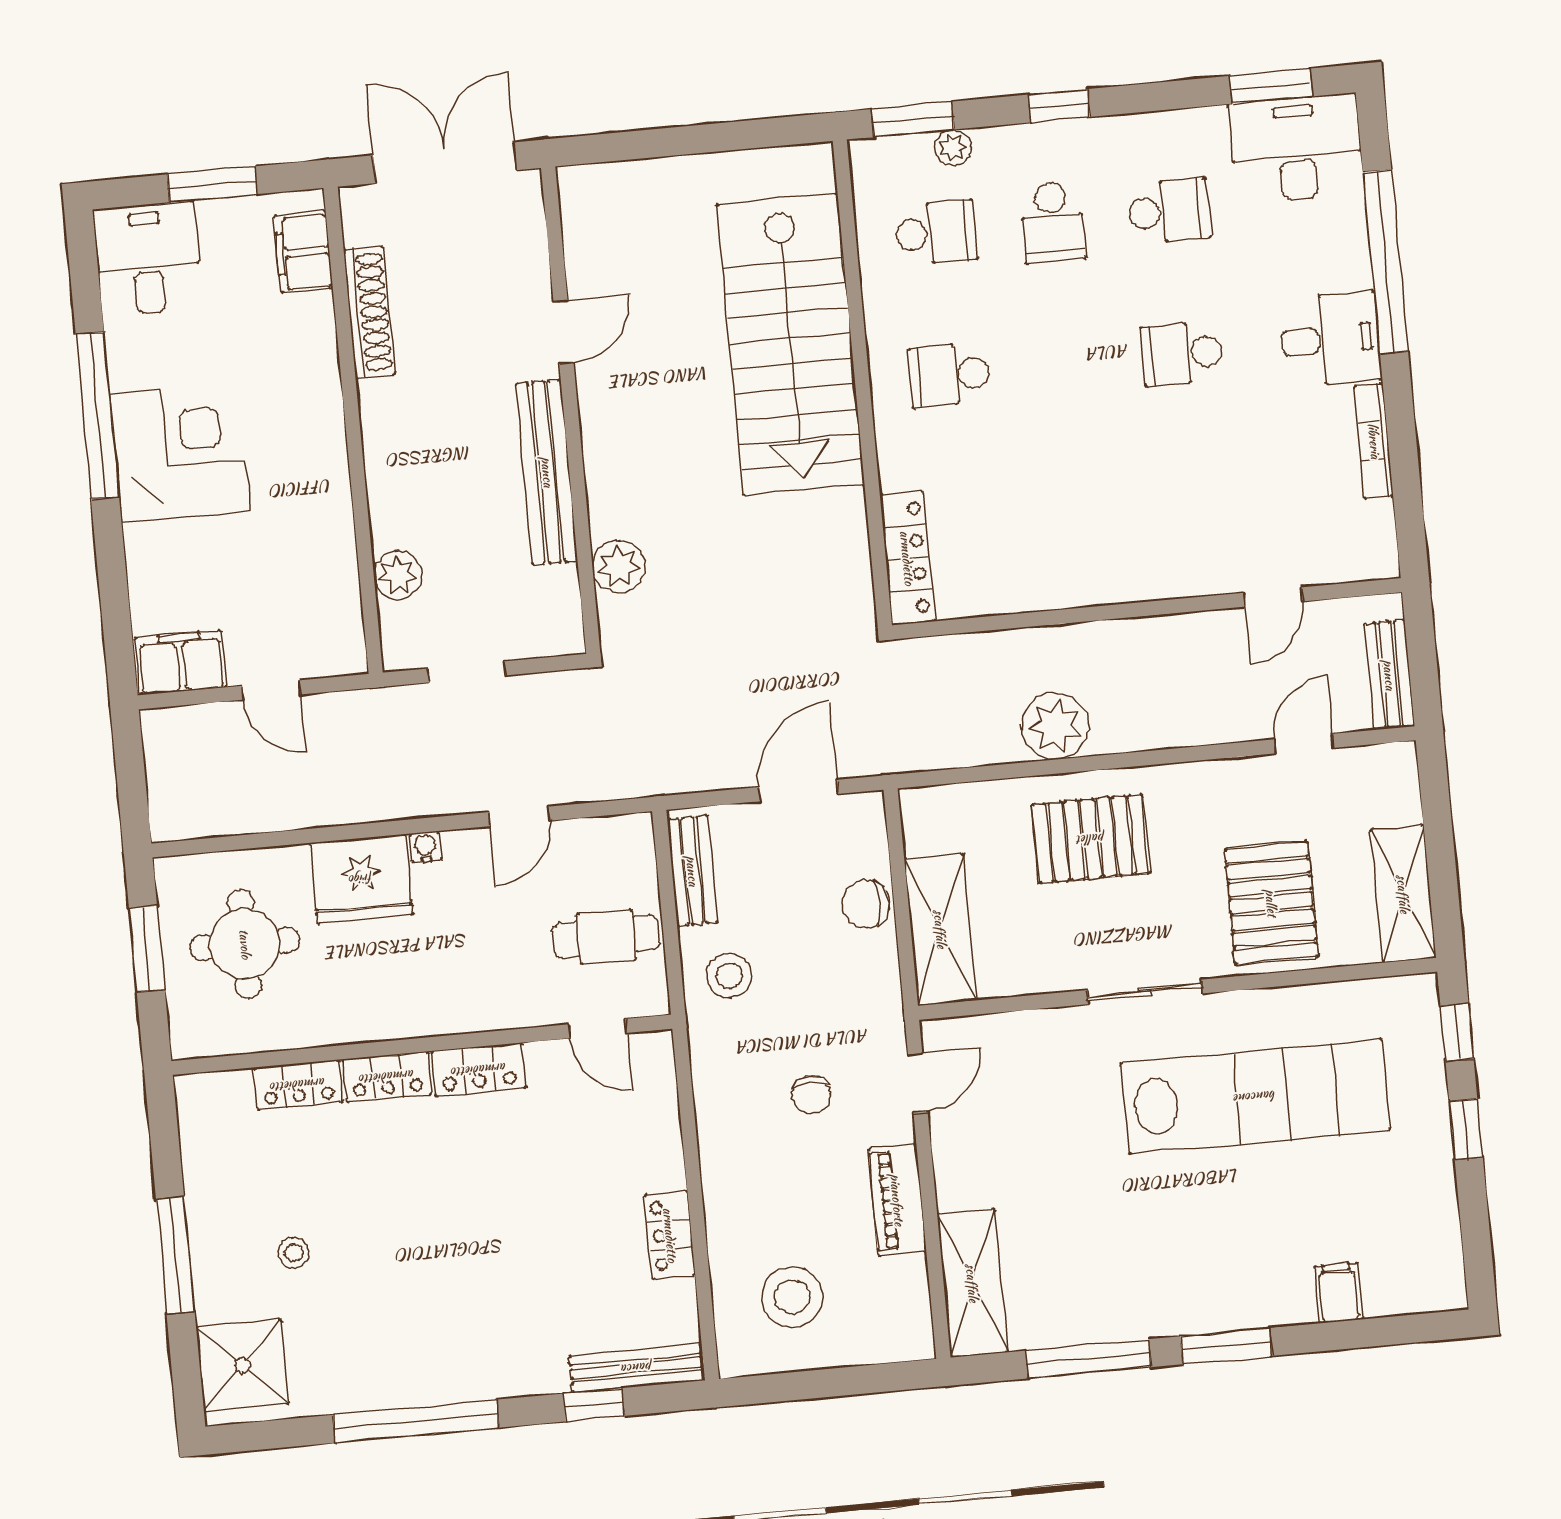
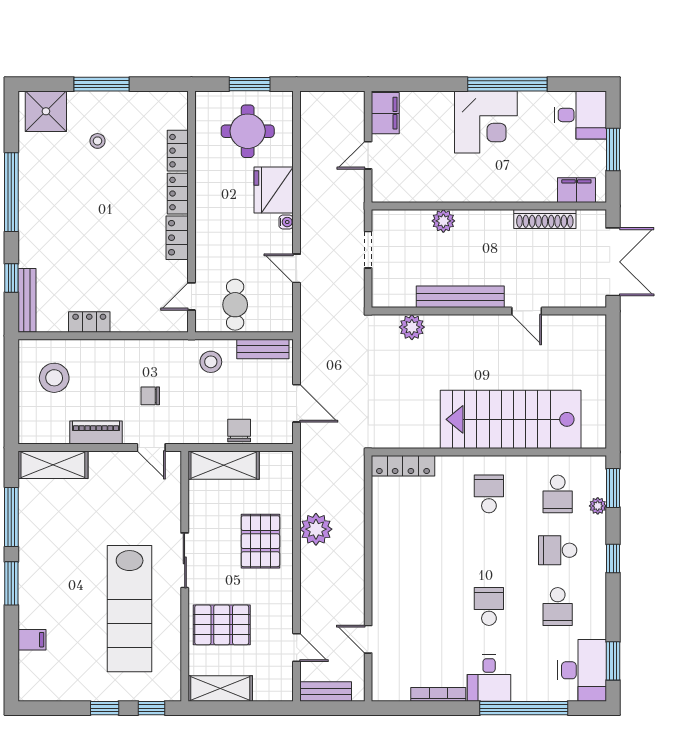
plant: (398, 575) -> (443, 221), moved

